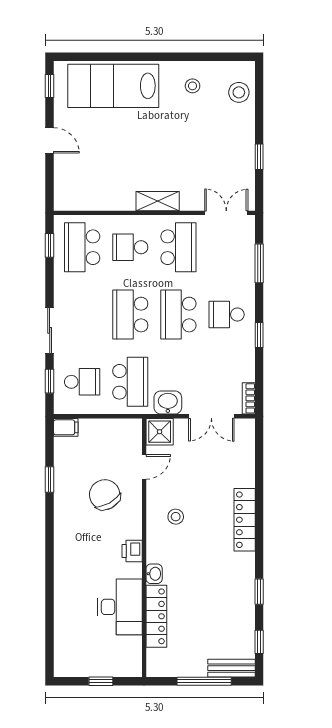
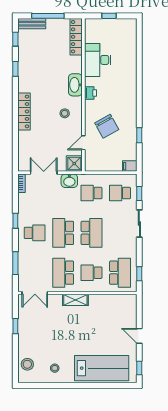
school desk: (130, 247) -> (92, 273), turned 180
school desk: (178, 315) -> (63, 233), turned 180
school desk: (130, 382) -> (92, 193), width x0.54
washbasin: (154, 574) -> (75, 85), width x1.91, depth x1.45
locker: (156, 616) -> (76, 37), moved

